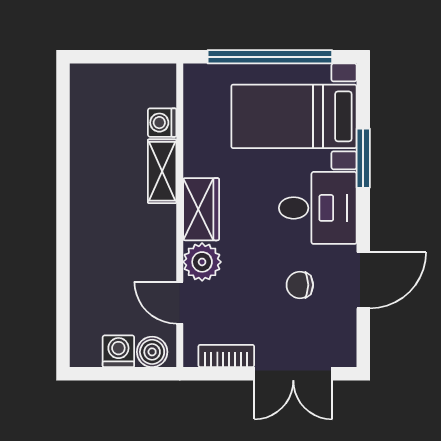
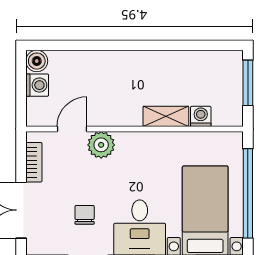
window: (115, 57) -> (248, 83), added
wardrobe: (201, 209) -> (139, 144), removed
boiler: (152, 352) -> (37, 61), moved

